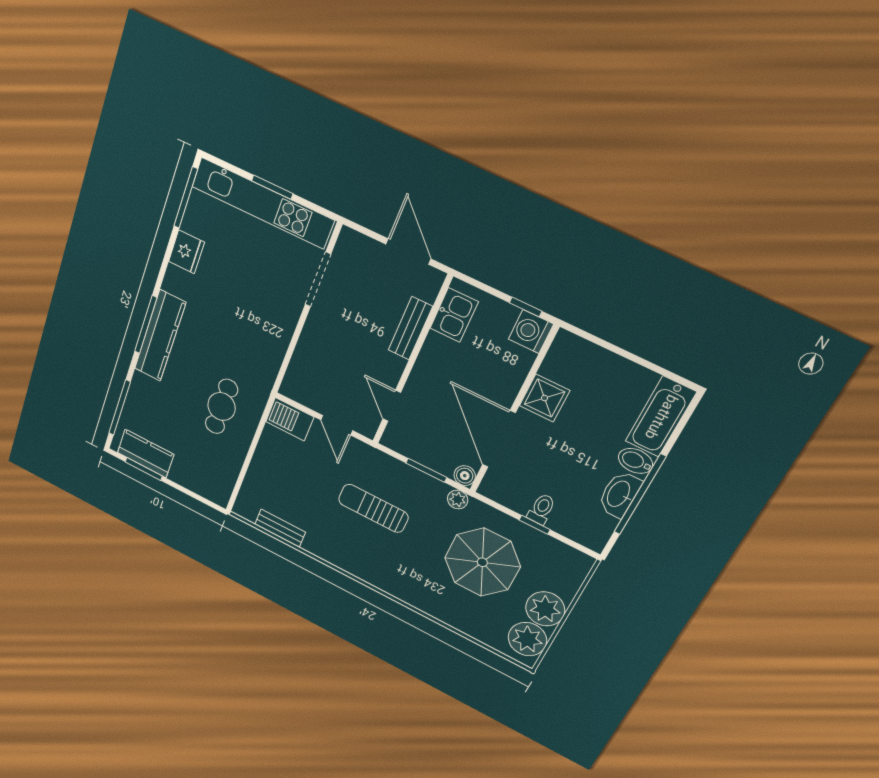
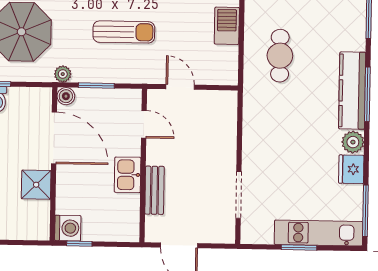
kitchen unit: (262, 203) -> (319, 233), width x0.73
plant: (176, 281) -> (353, 142), added
kitchen sink: (454, 315) -> (128, 175), moved
barbecue: (290, 419) -> (227, 26), moved, turned -90

